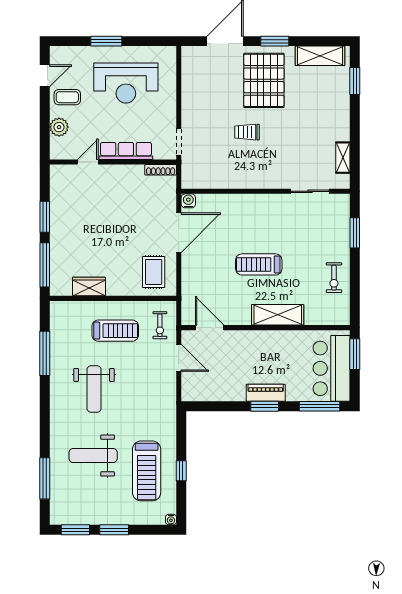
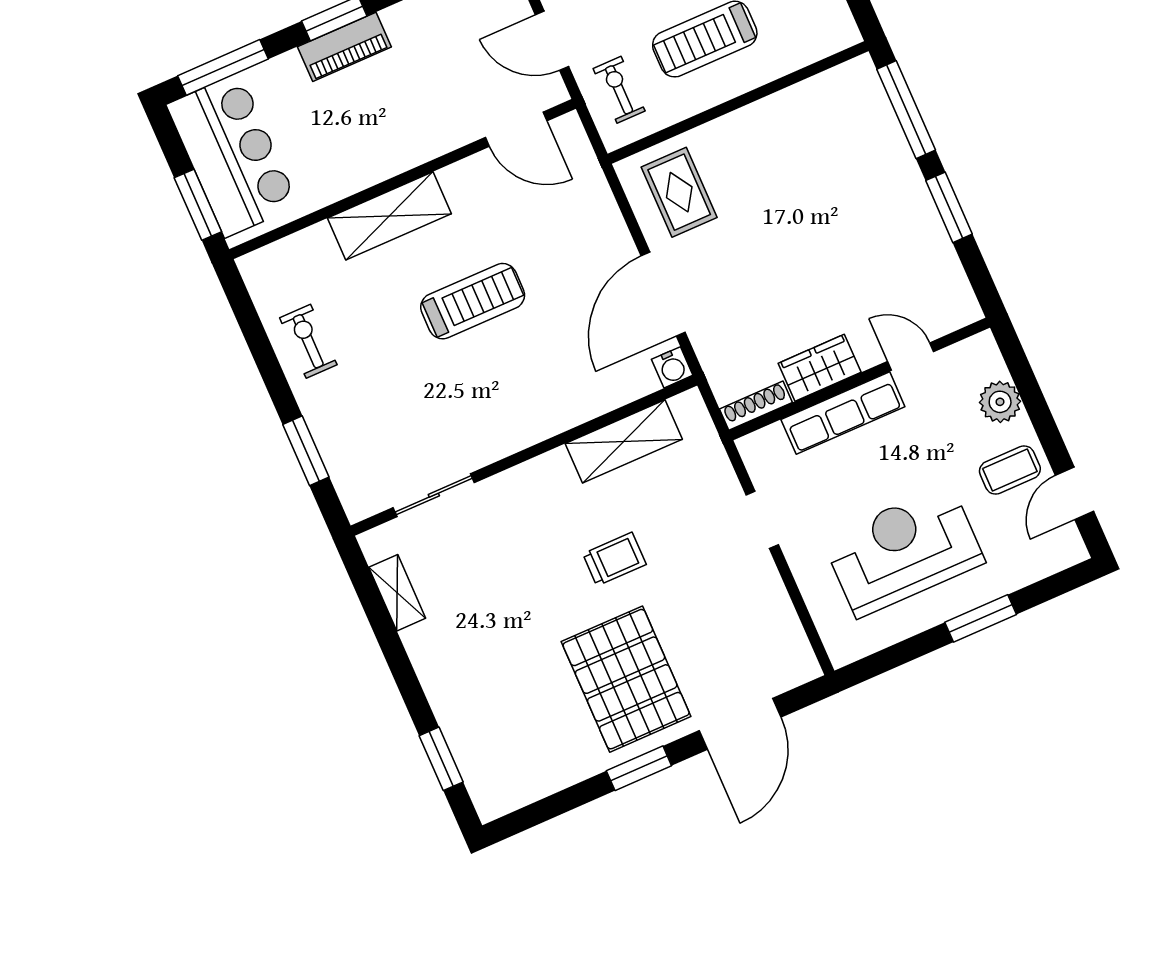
shelving: (320, 56) -> (624, 441), moved
doorway: (179, 142) -> (762, 520), moved
door: (88, 162) -> (911, 357), swing flipped
wardrobe: (89, 287) -> (820, 368), moved, turned 180

